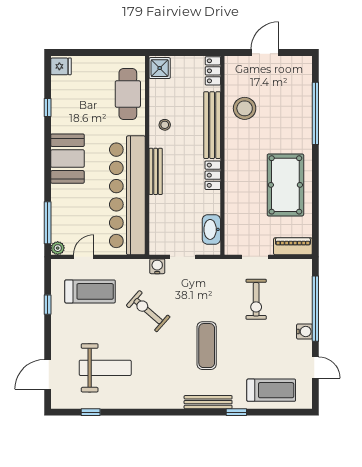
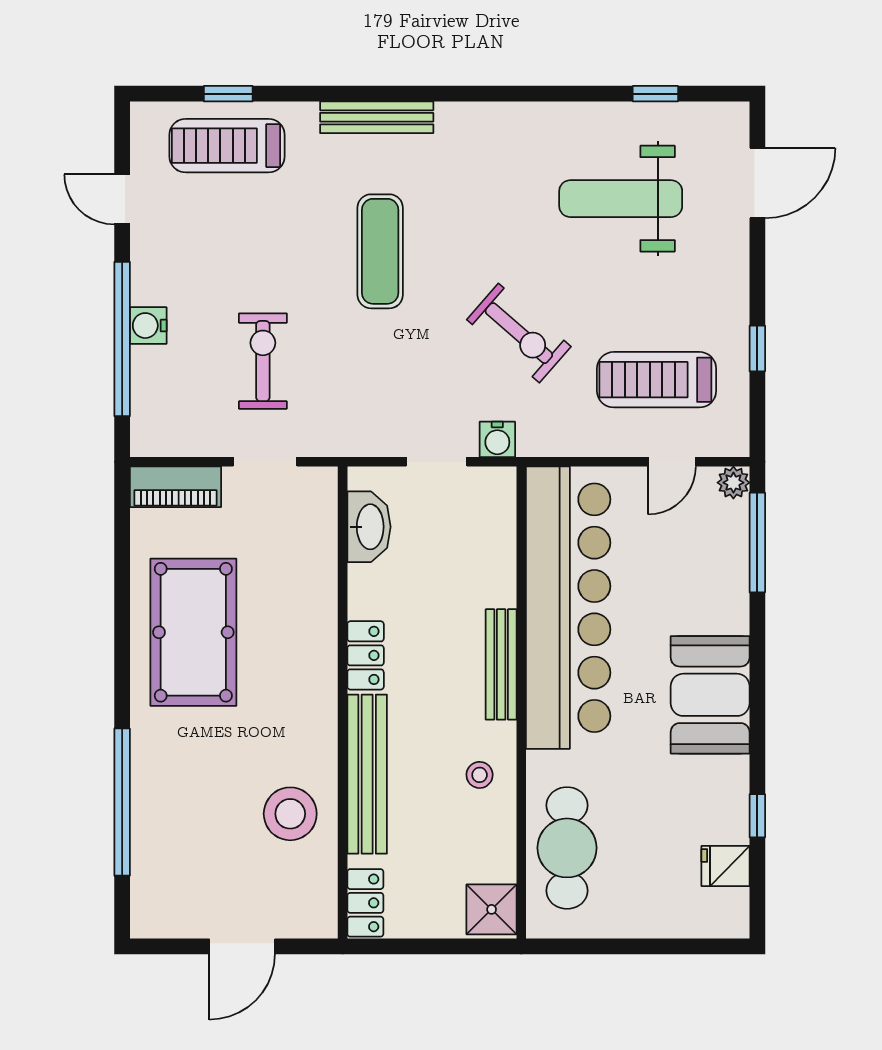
fridge: (61, 66) -> (726, 866), moved
water cooler: (304, 332) -> (148, 326), moved
window: (236, 412) -> (228, 94), moved

